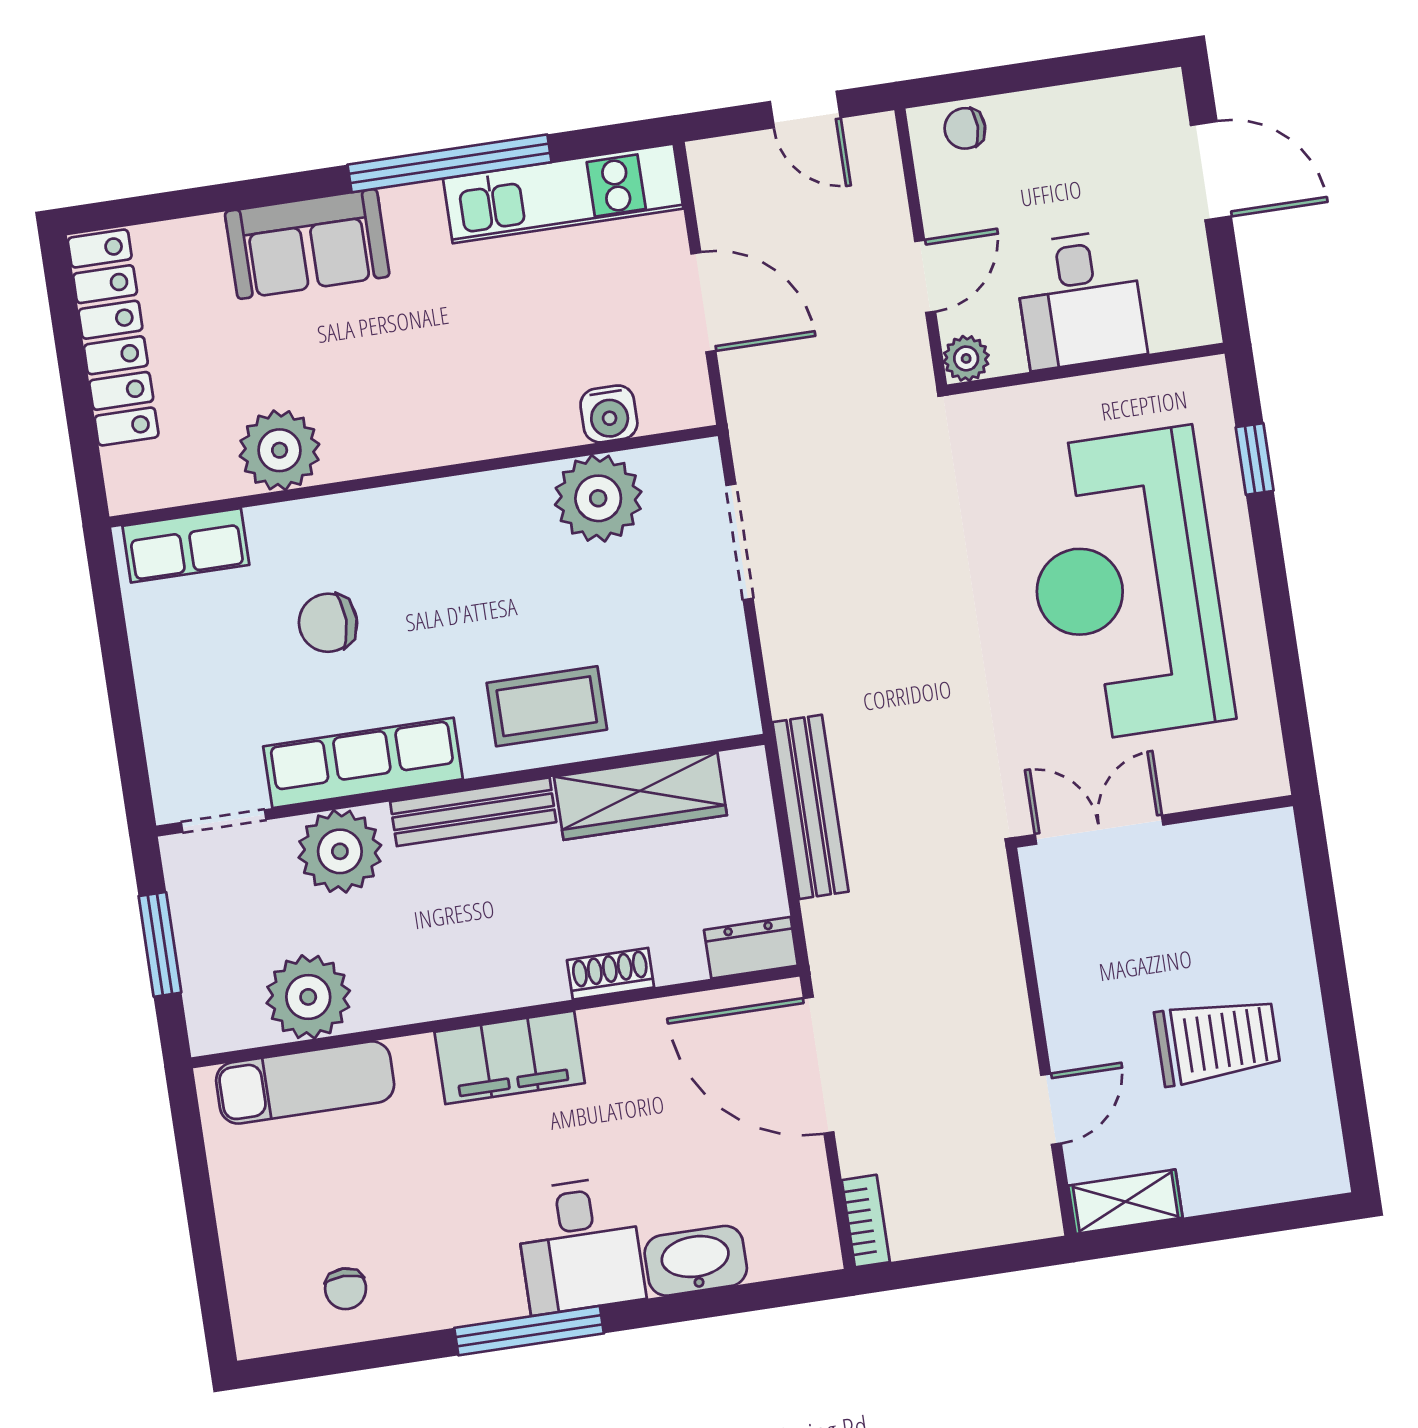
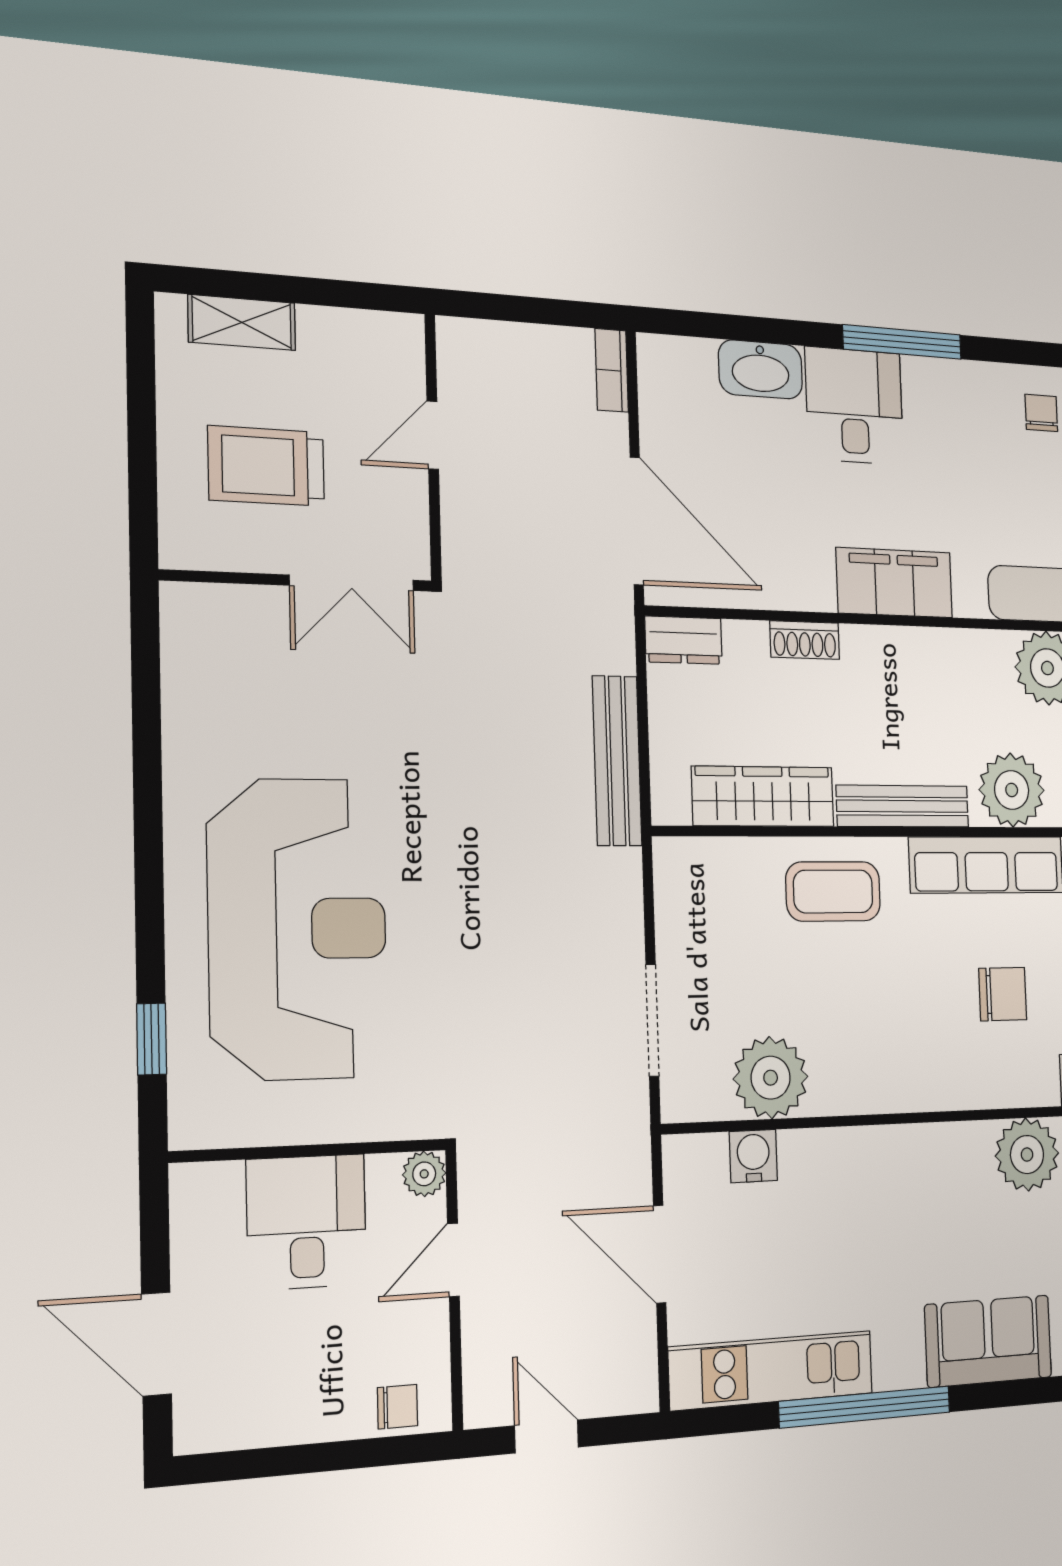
wall: (1154, 821) -> (298, 581), moved
double door: (1099, 830) -> (352, 583), moved
shelving: (1125, 1202) -> (242, 322), moved

